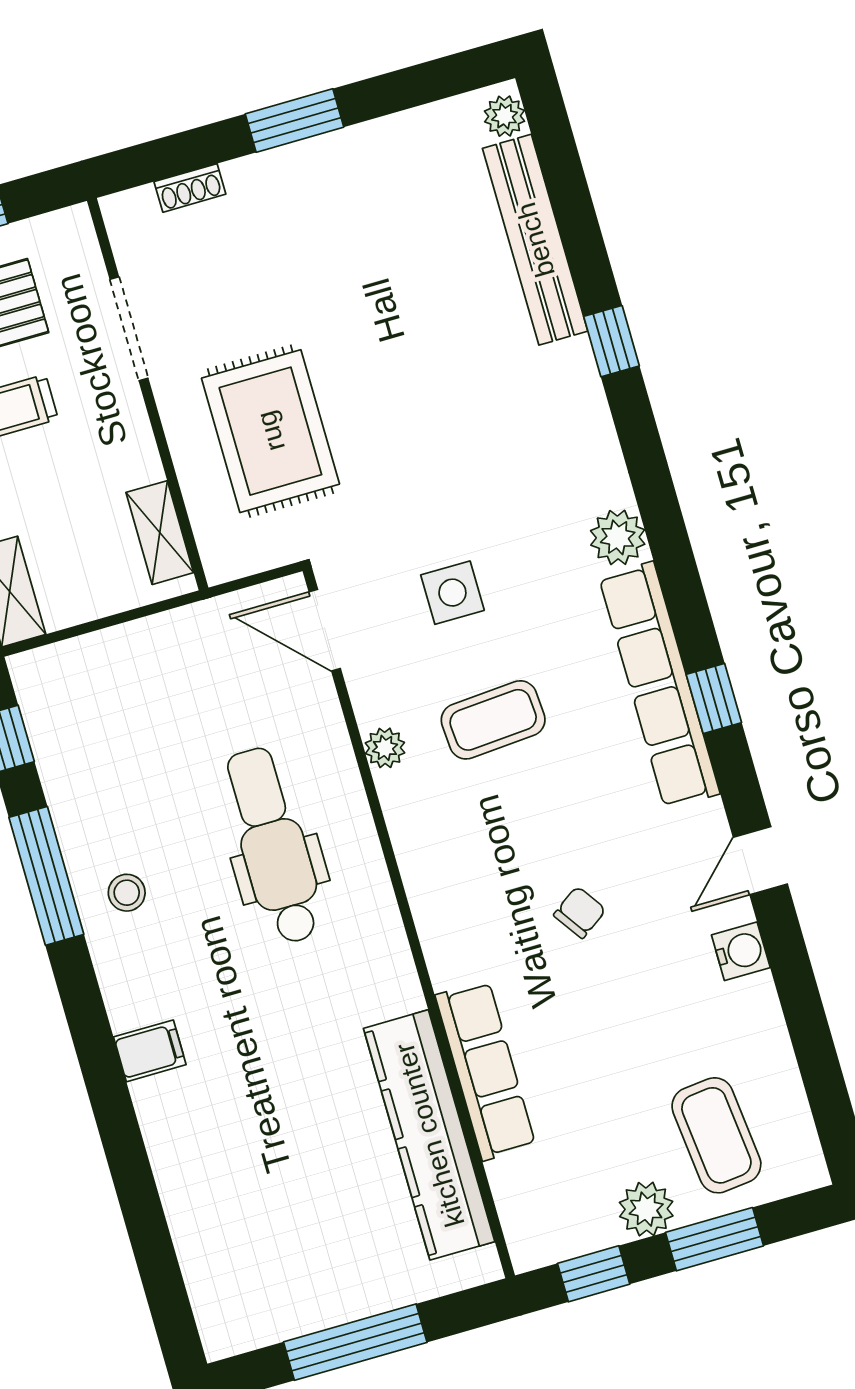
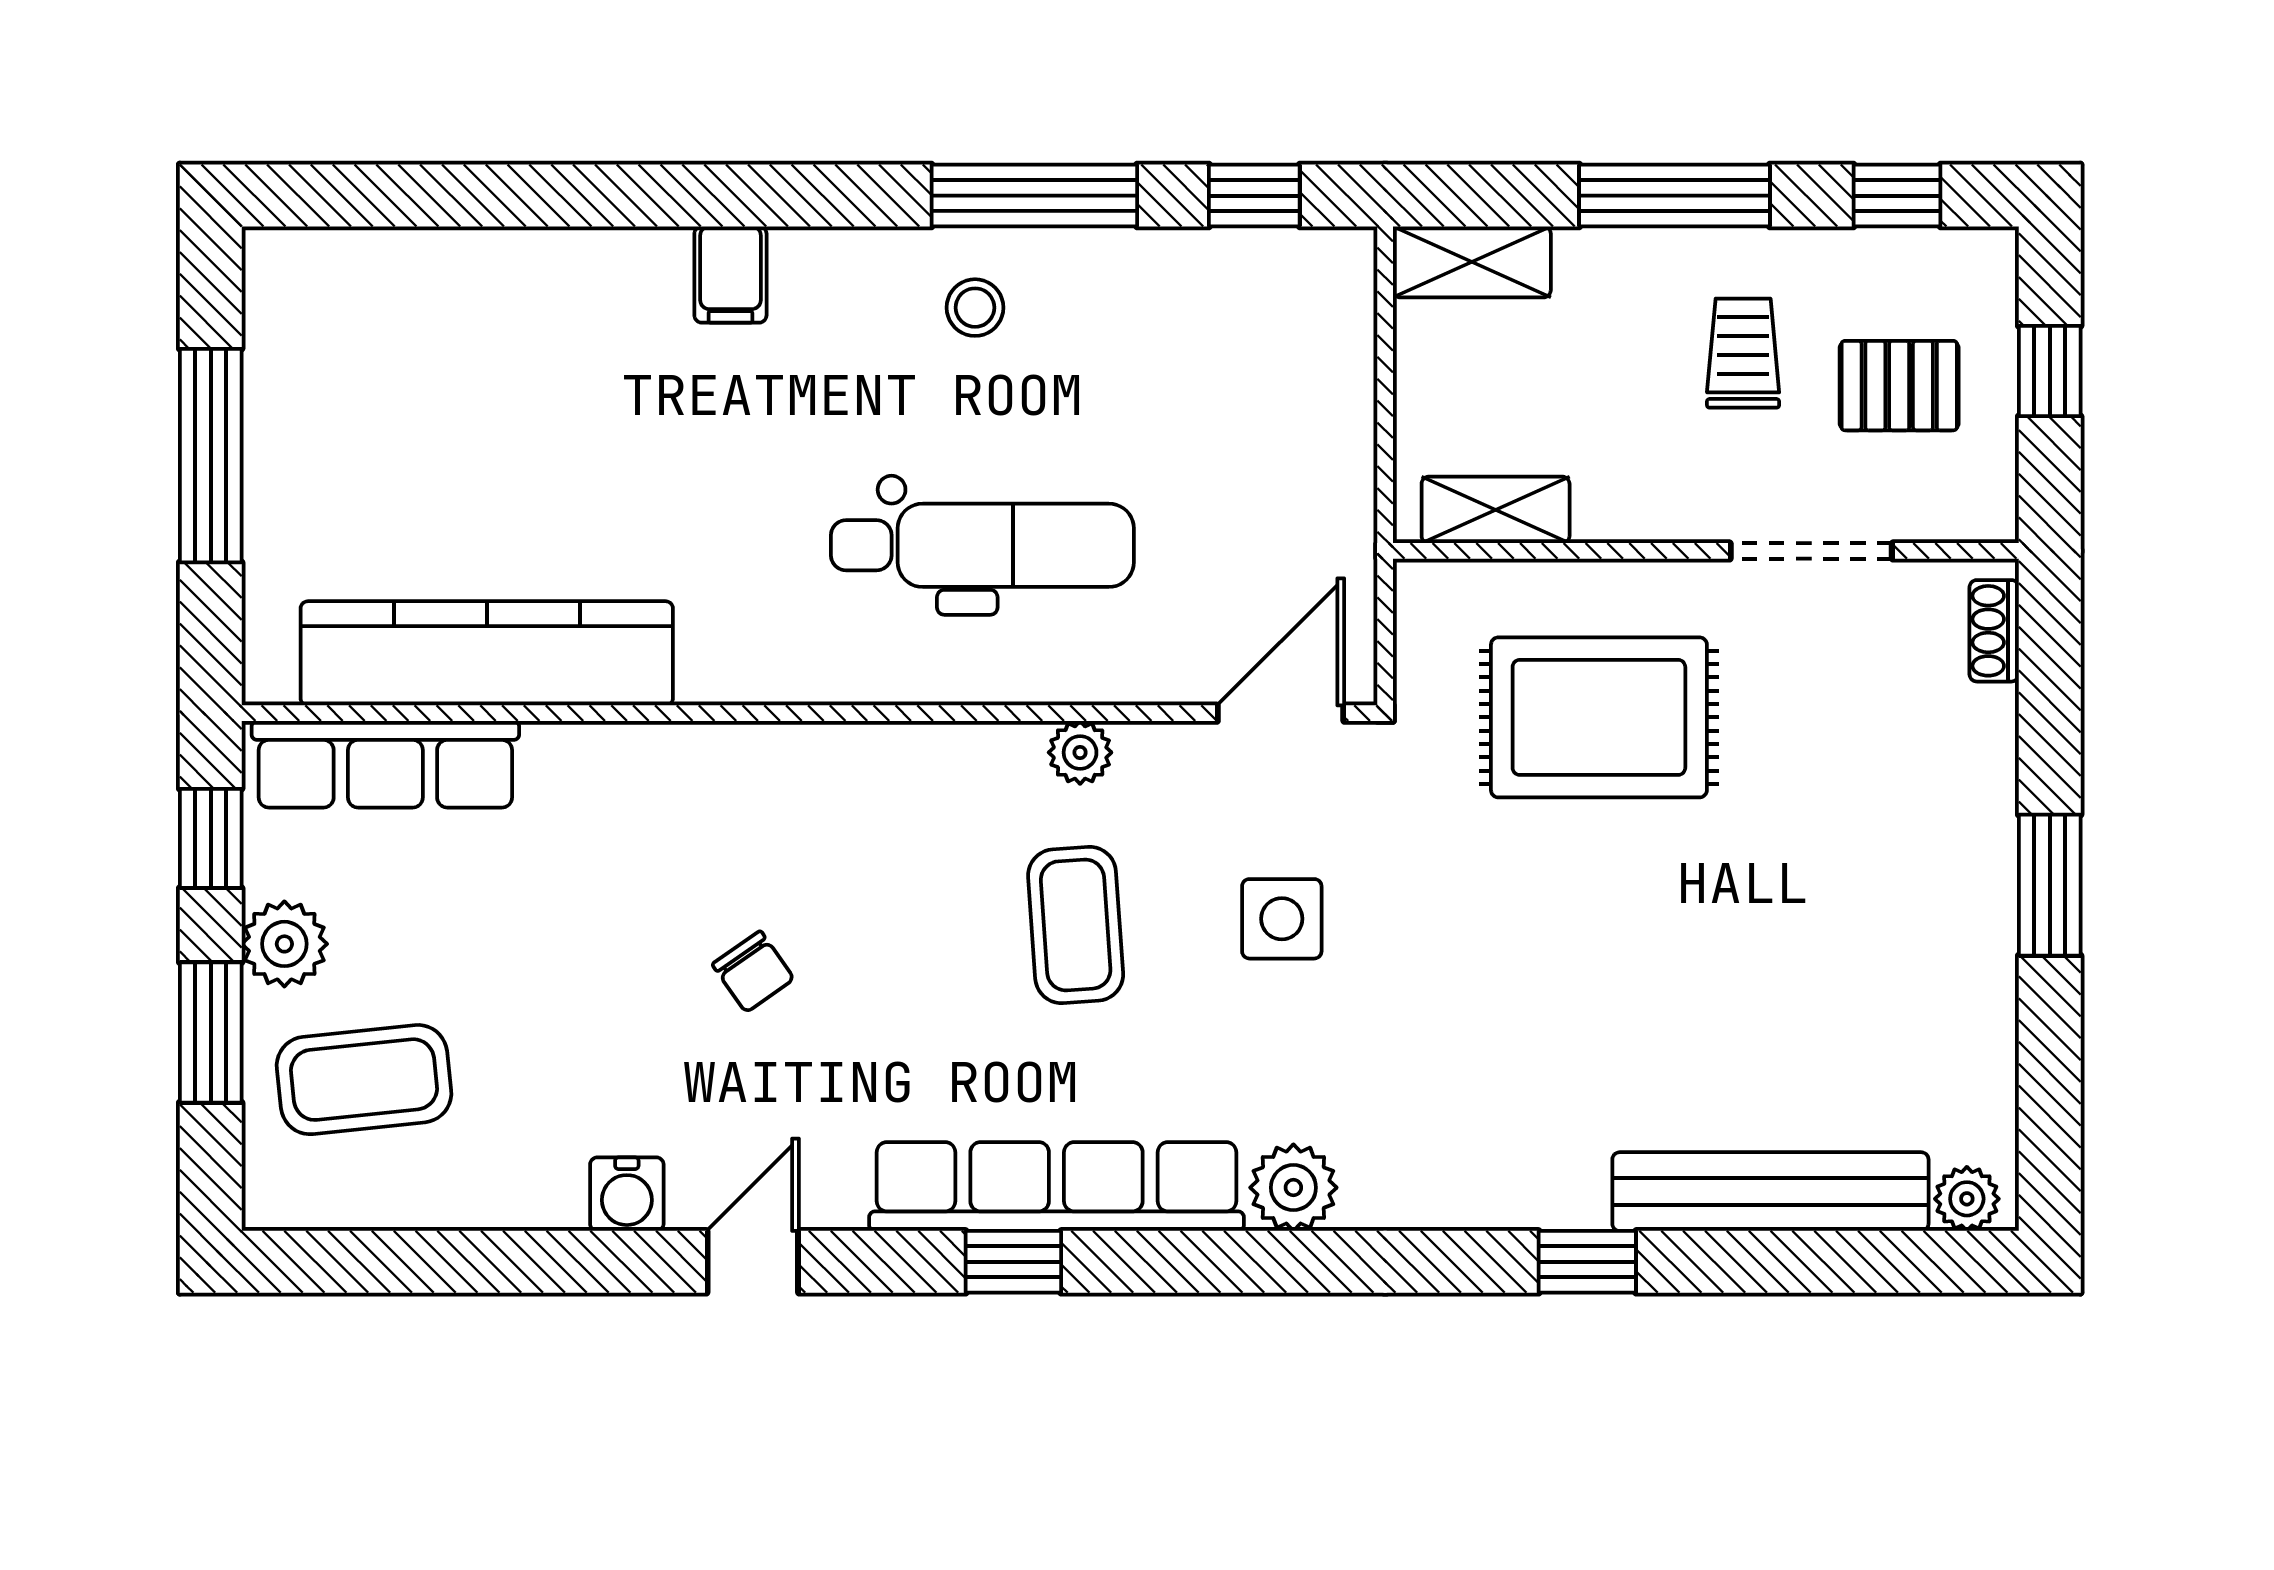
shoe rack: (190, 188) -> (1994, 631), moved
door: (760, 861) -> (753, 1262), hinge flipped
row of seats: (485, 1071) -> (385, 764), moved

